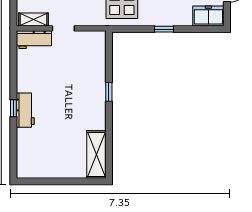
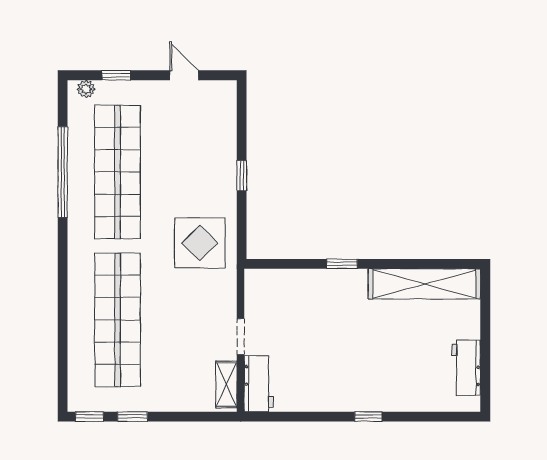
freezer: (208, 16) -> (221, 105), removed
workbench: (25, 110) -> (466, 368), moved, turned -90
shelving: (96, 154) -> (424, 284), width x1.47

